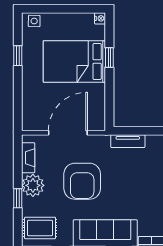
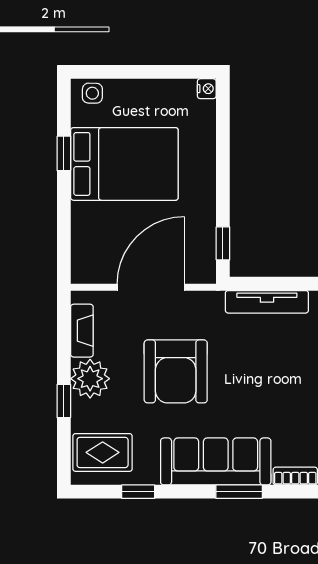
window: (109, 57) -> (223, 243), moved
bed: (74, 62) -> (124, 164), moved, turned 180
tv unit: (128, 141) -> (267, 302), width x1.41

